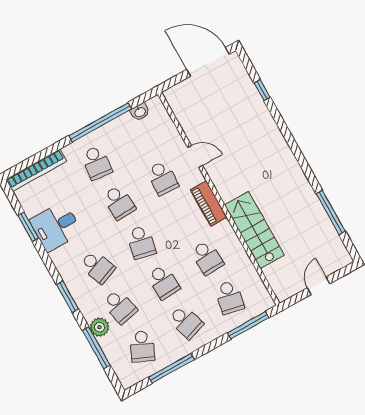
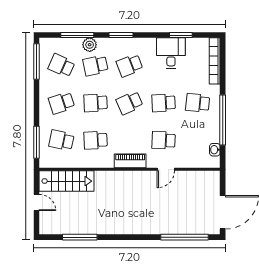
window: (262, 90) -> (184, 237), width x3.17
stairs: (254, 230) -> (67, 181), moved
school desk: (141, 242) -> (130, 103), turned -36
window: (171, 368) -> (36, 62), moved

